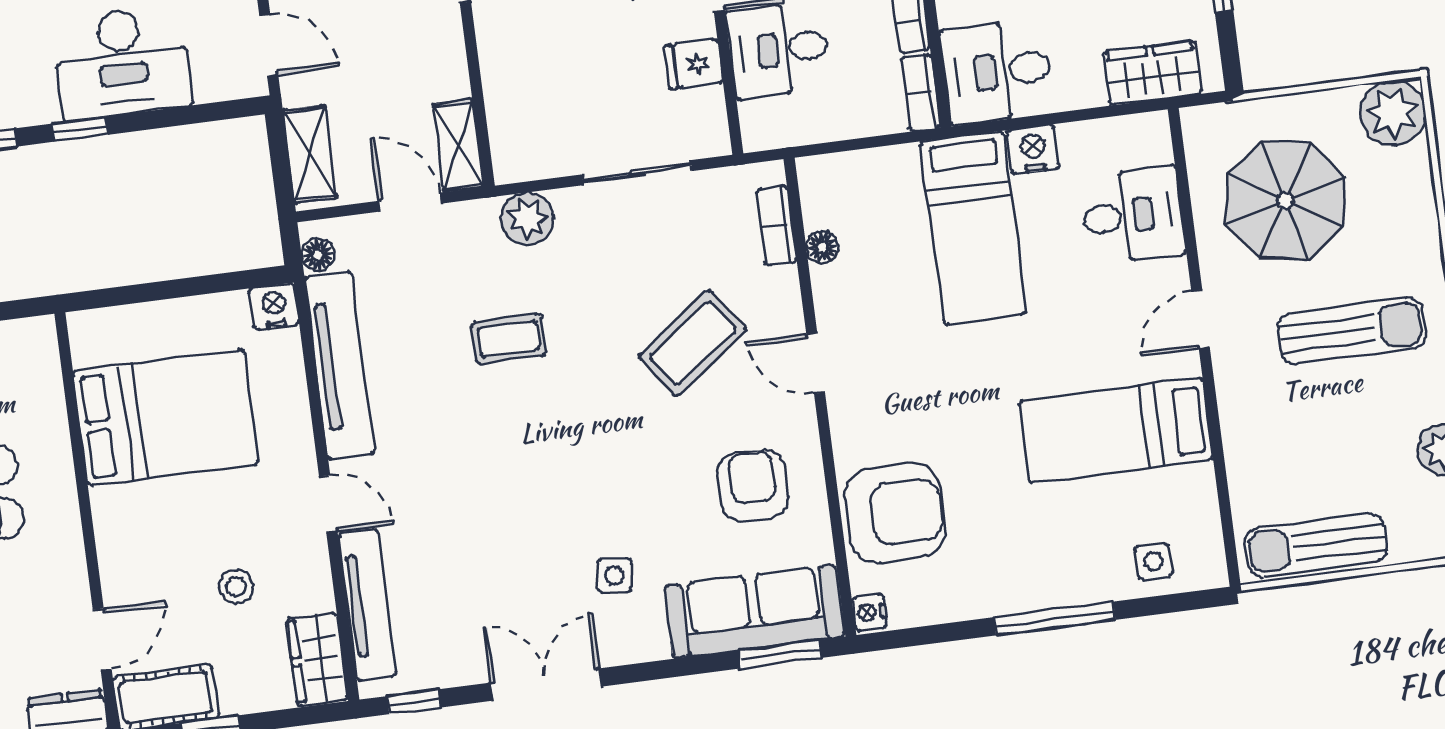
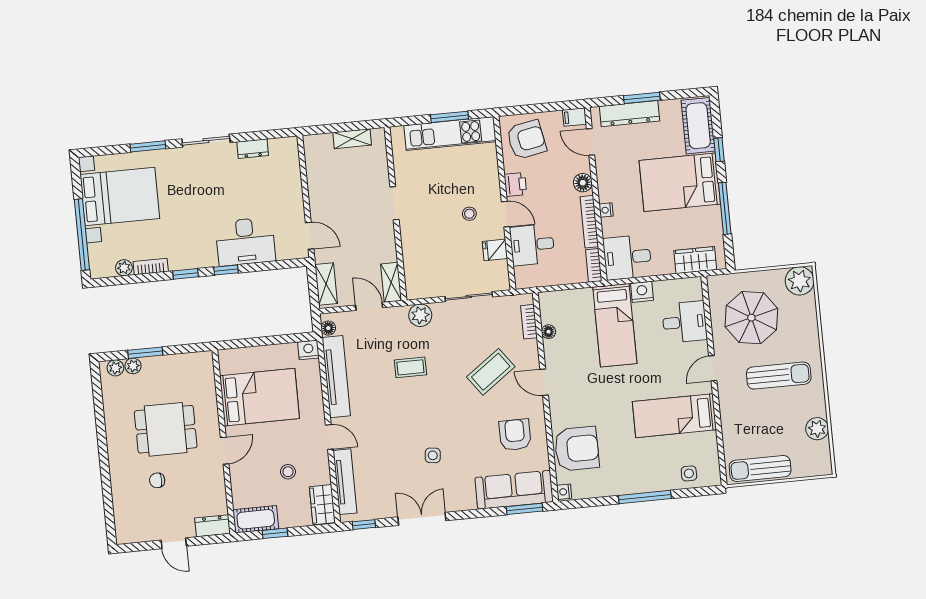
side table: (614, 575) -> (433, 455), moved
door: (102, 640) -> (225, 451), moved

